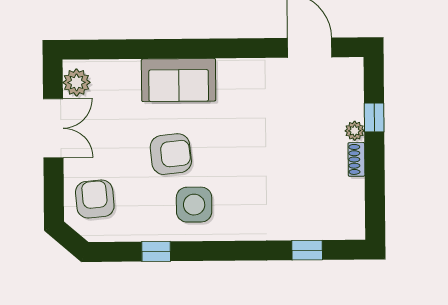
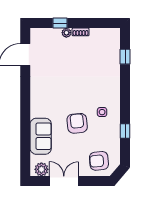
sofa: (179, 80) -> (41, 136), moved
side table: (194, 205) -> (102, 112), width x0.54, depth x0.54

